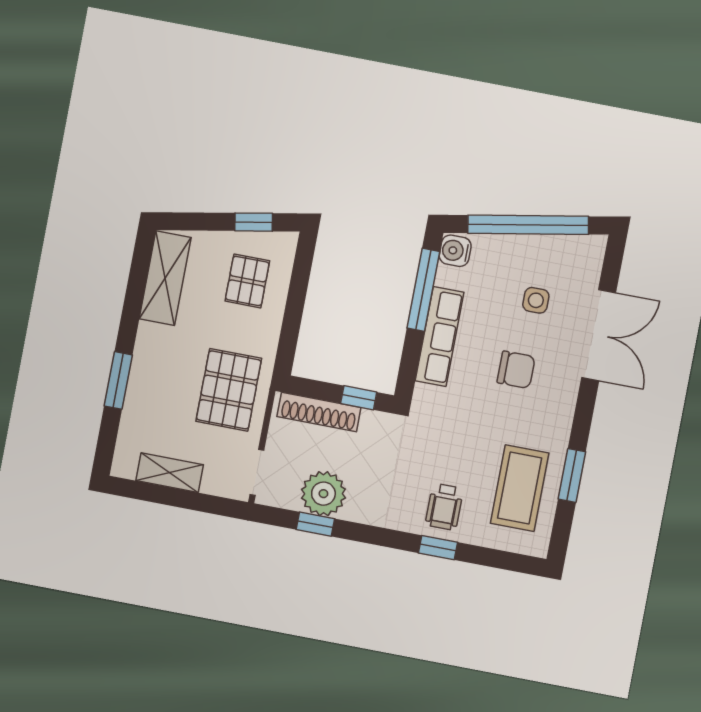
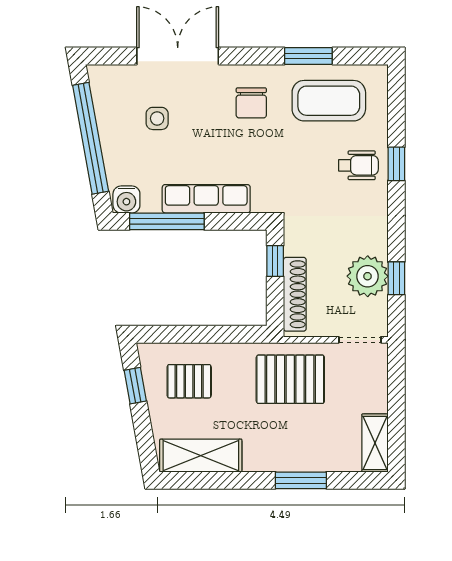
chair: (516, 370) -> (251, 103), moved, turned 180
shelving: (170, 473) -> (375, 443), moved

